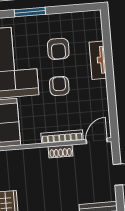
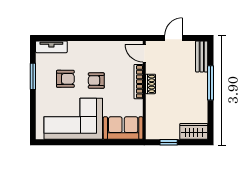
window: (30, 12) -> (33, 76), moved
tv unit: (98, 60) -> (51, 47), moved

